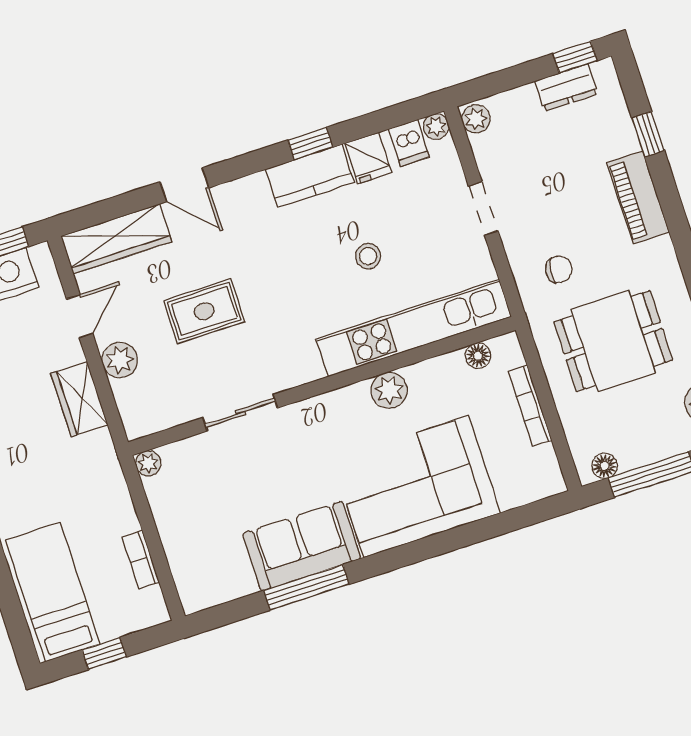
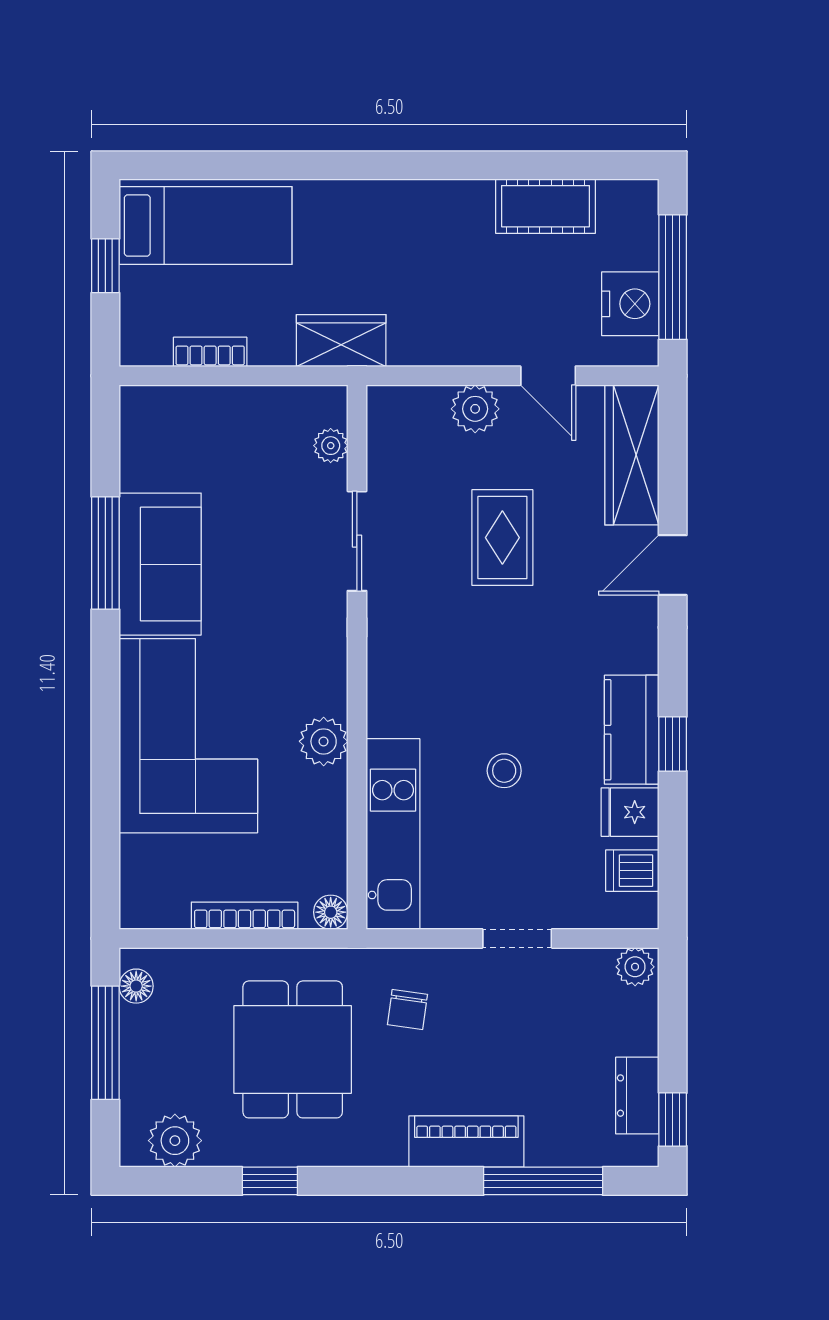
plant: (436, 127) -> (642, 912), removed
window: (648, 134) -> (543, 1181), width x2.17
kitchen unit: (414, 328) -> (393, 834), width x0.73
floor lamp: (478, 356) -> (331, 912), moved
wardrobe: (79, 399) -> (341, 341), moved
plant: (148, 463) -> (331, 446), moved

